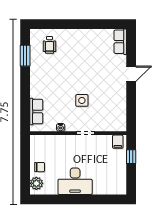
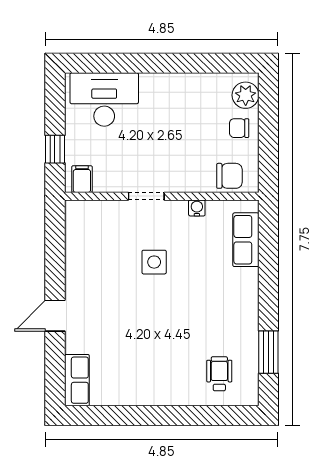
chair: (44, 143) -> (229, 176), added
desk: (75, 181) -> (104, 100), moved

